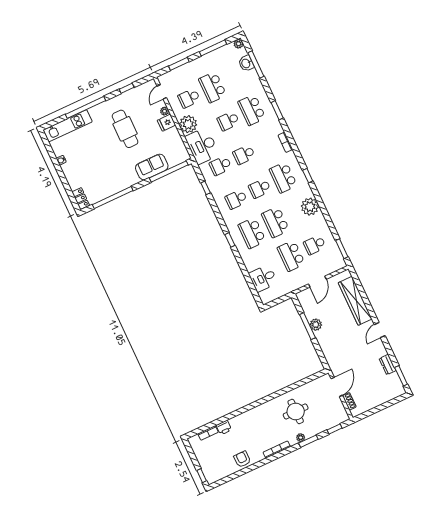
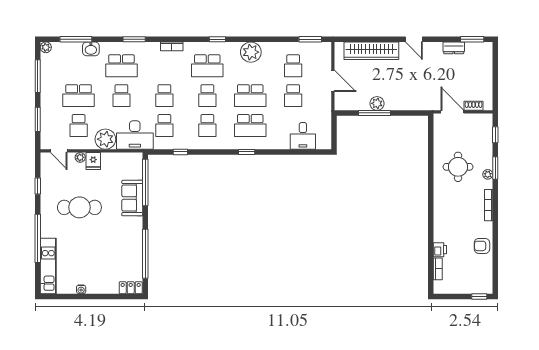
washbasin: (246, 63) -> (91, 49), moved
school desk: (291, 256) -> (293, 96), width x0.54

